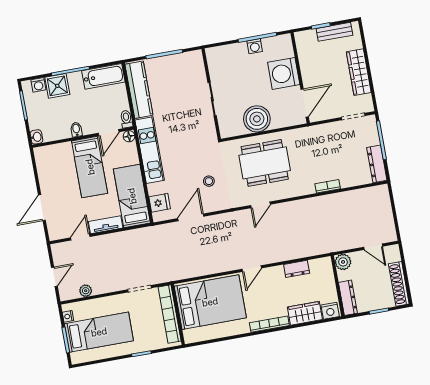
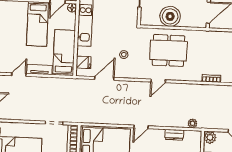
plant: (86, 291) -> (192, 123), moved

